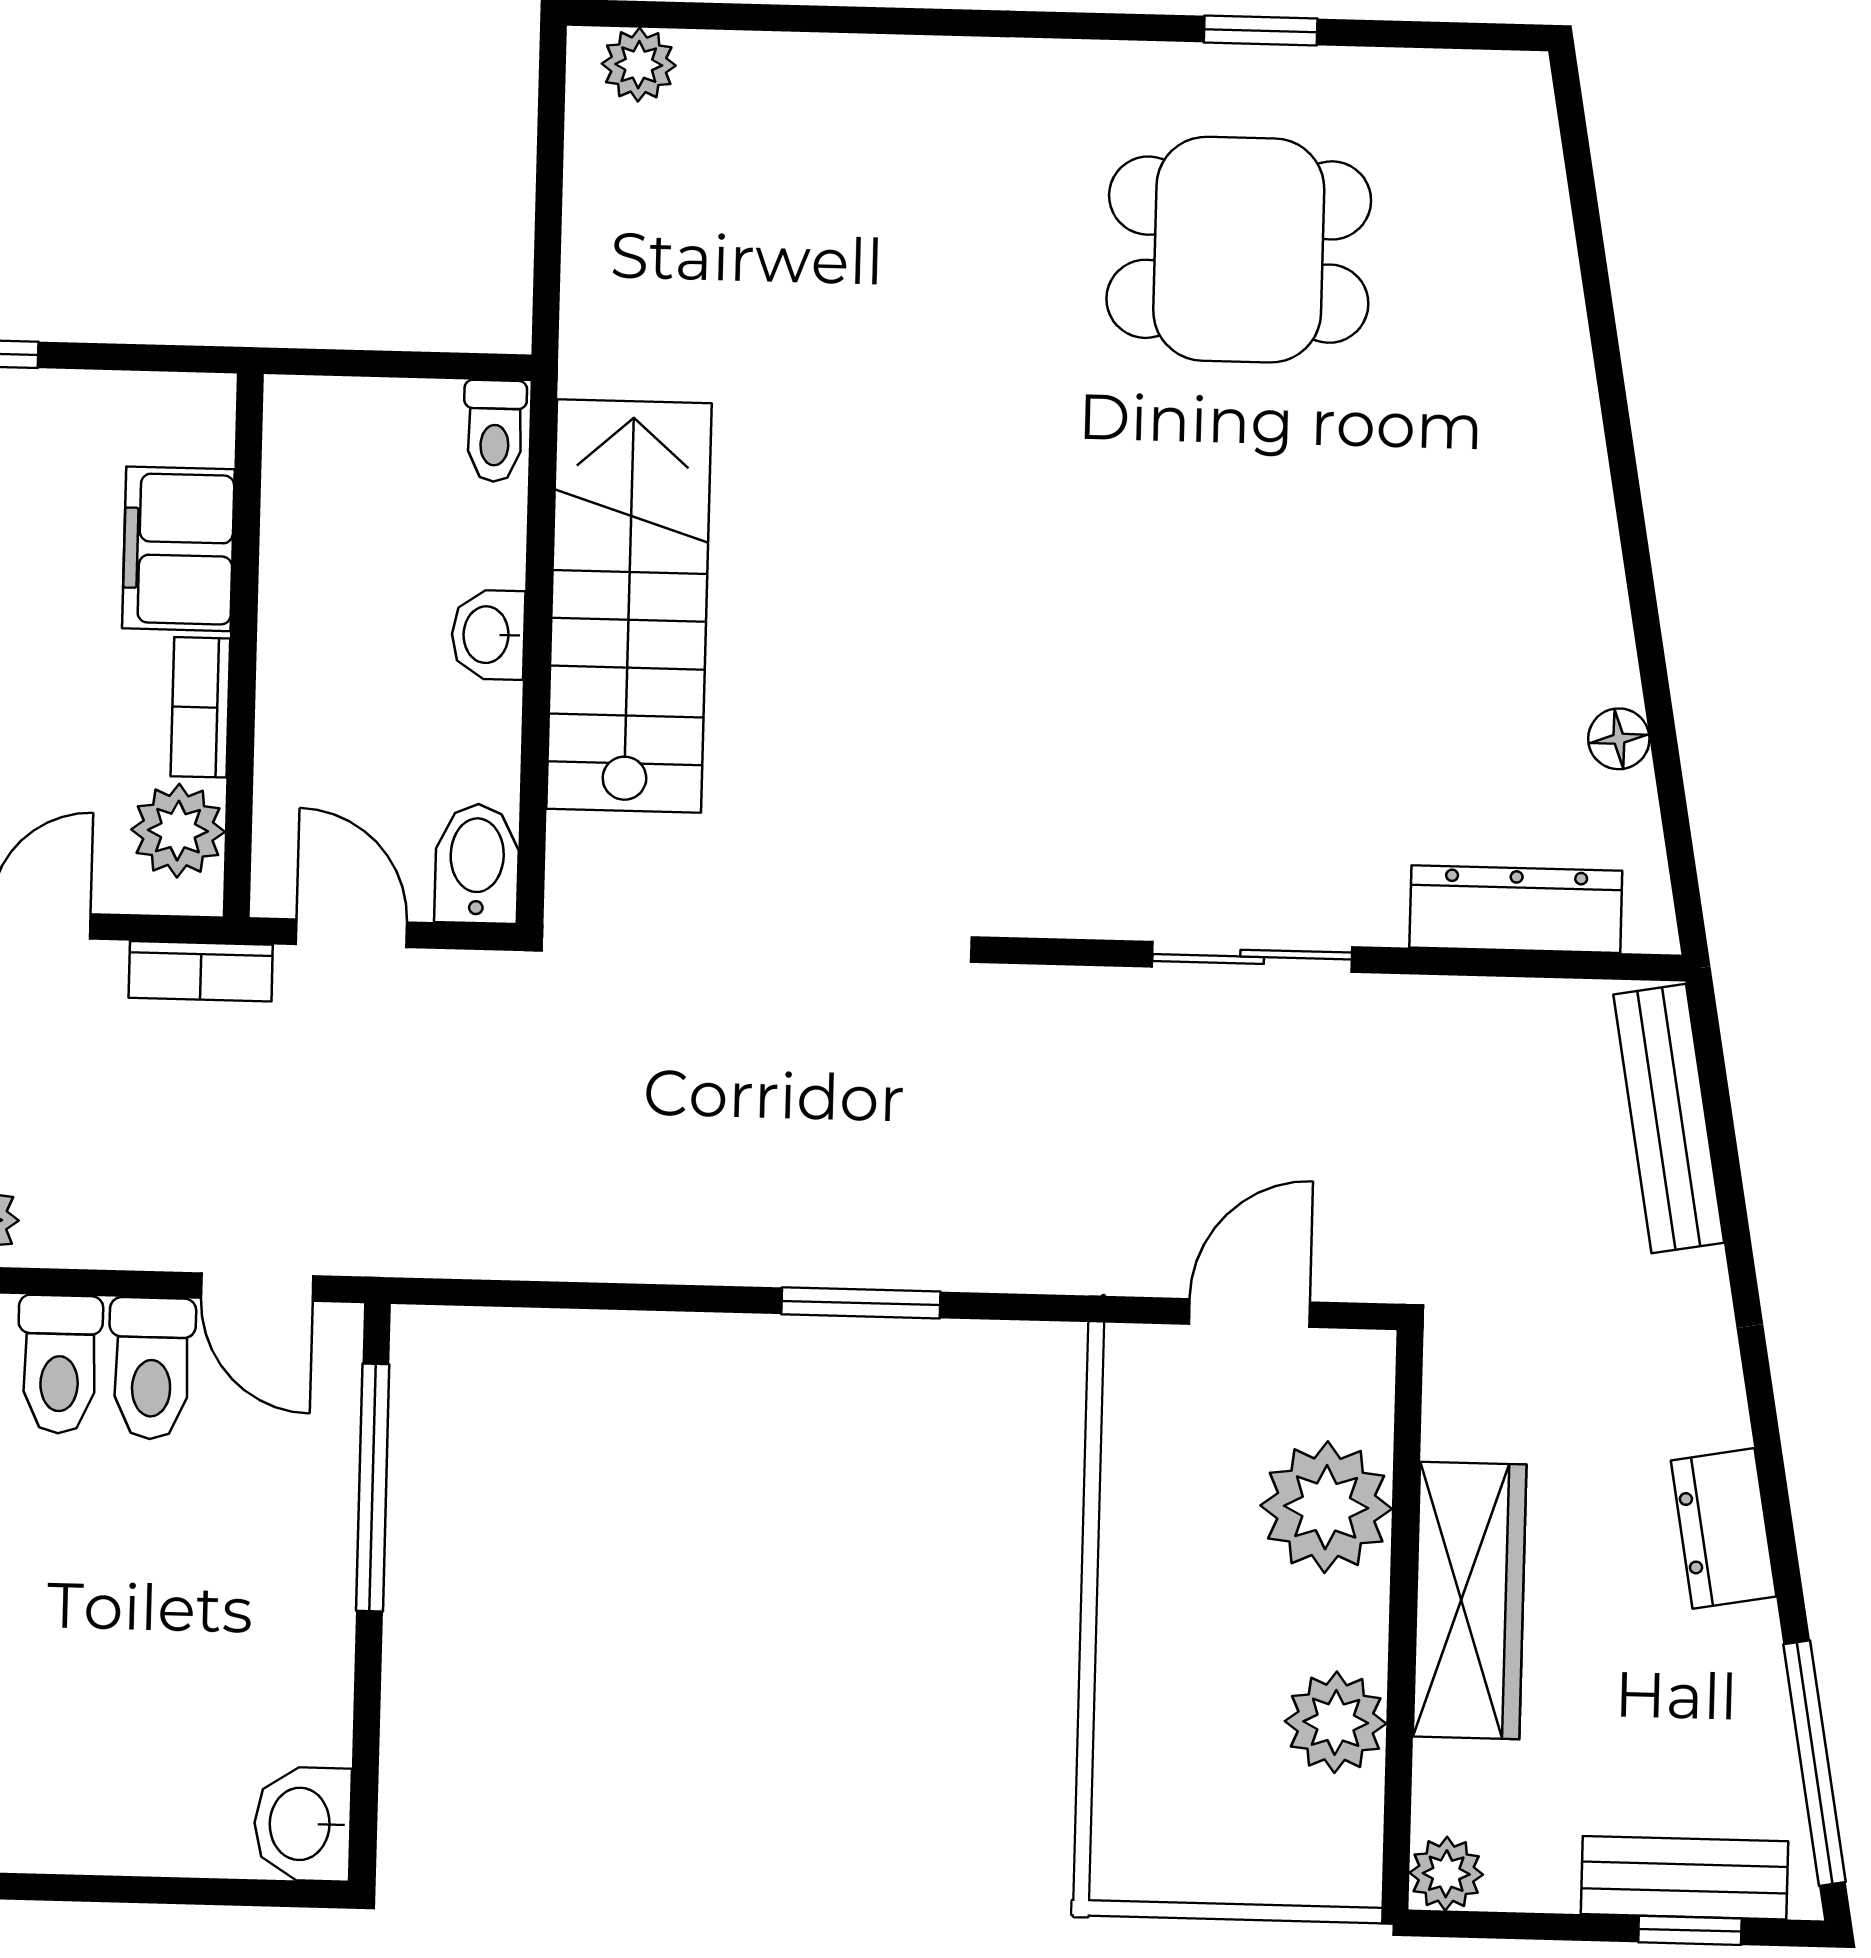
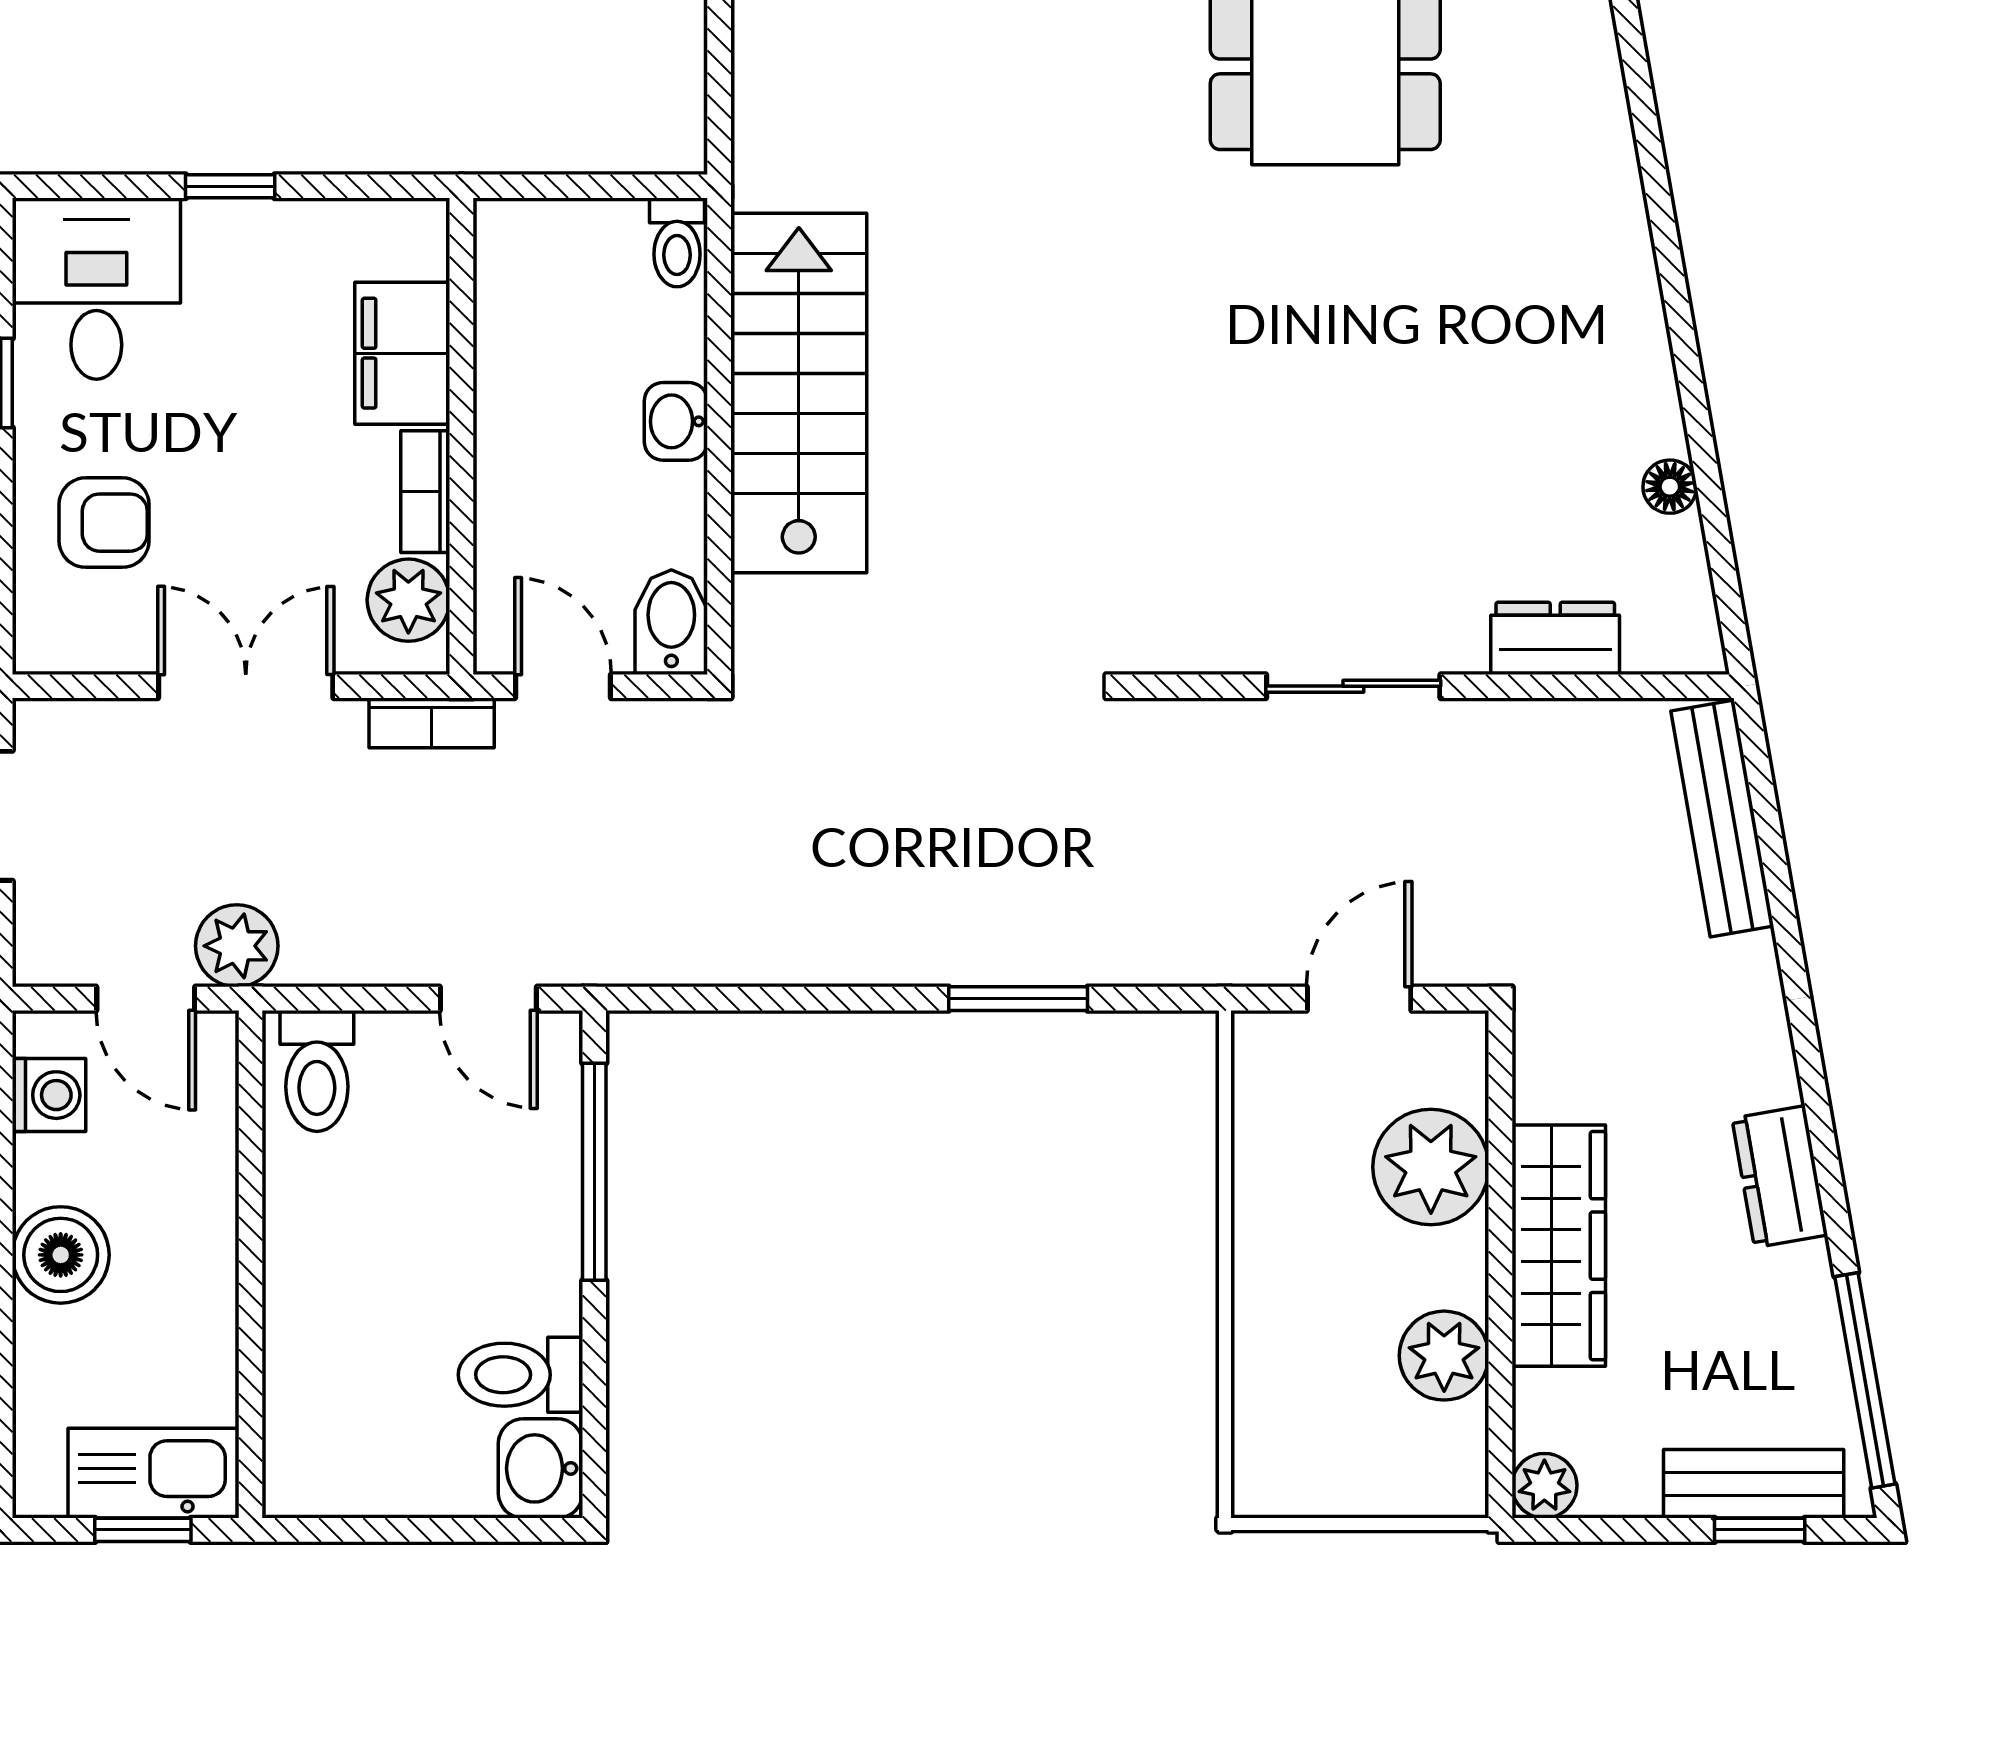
dresser: (1516, 909) -> (1555, 638), width x0.70
toilet: (152, 1368) -> (520, 1375), moved, turned 90

